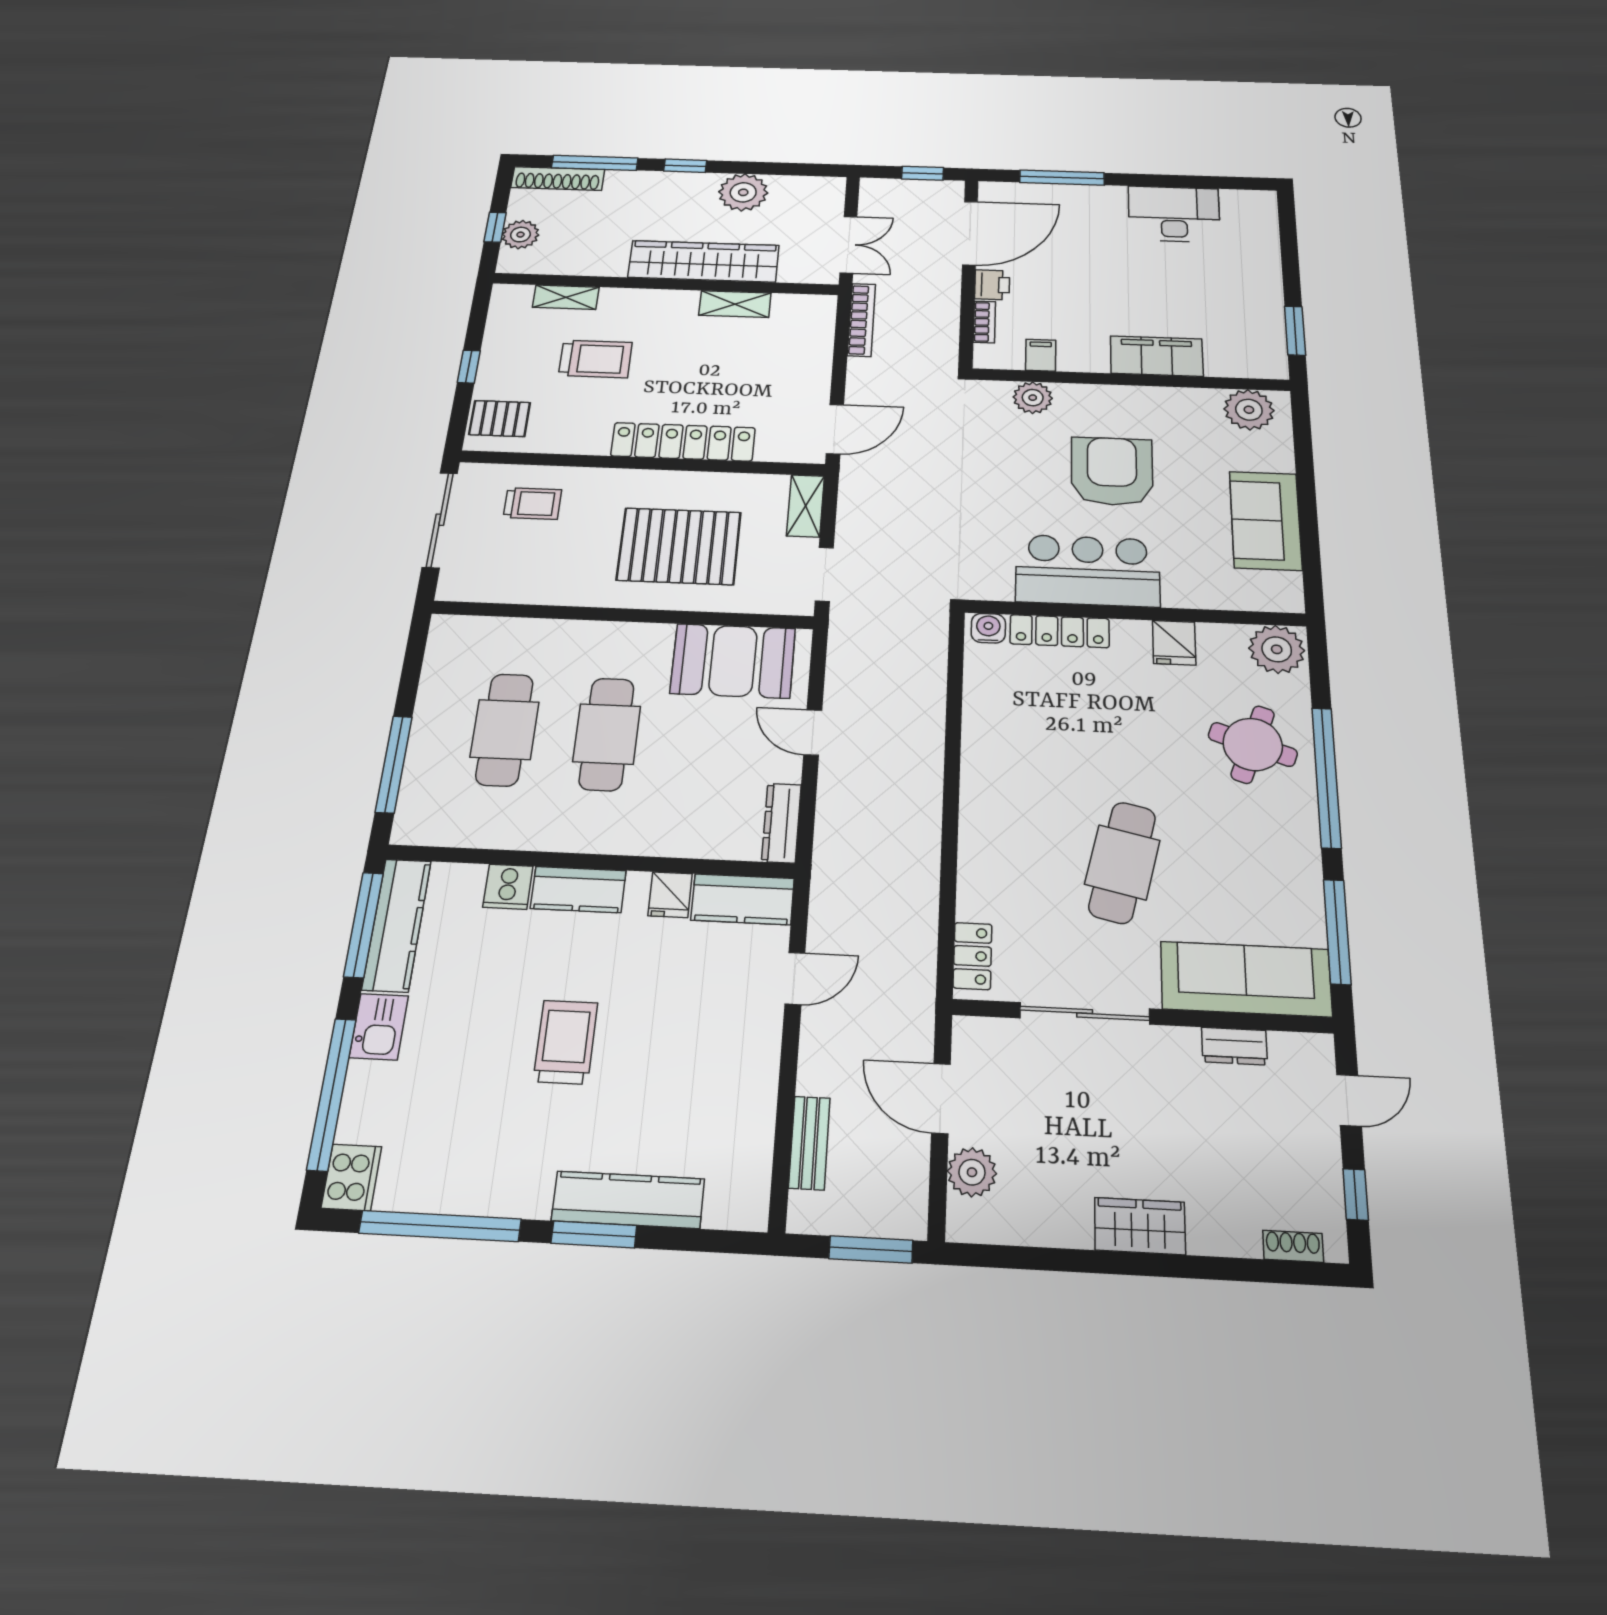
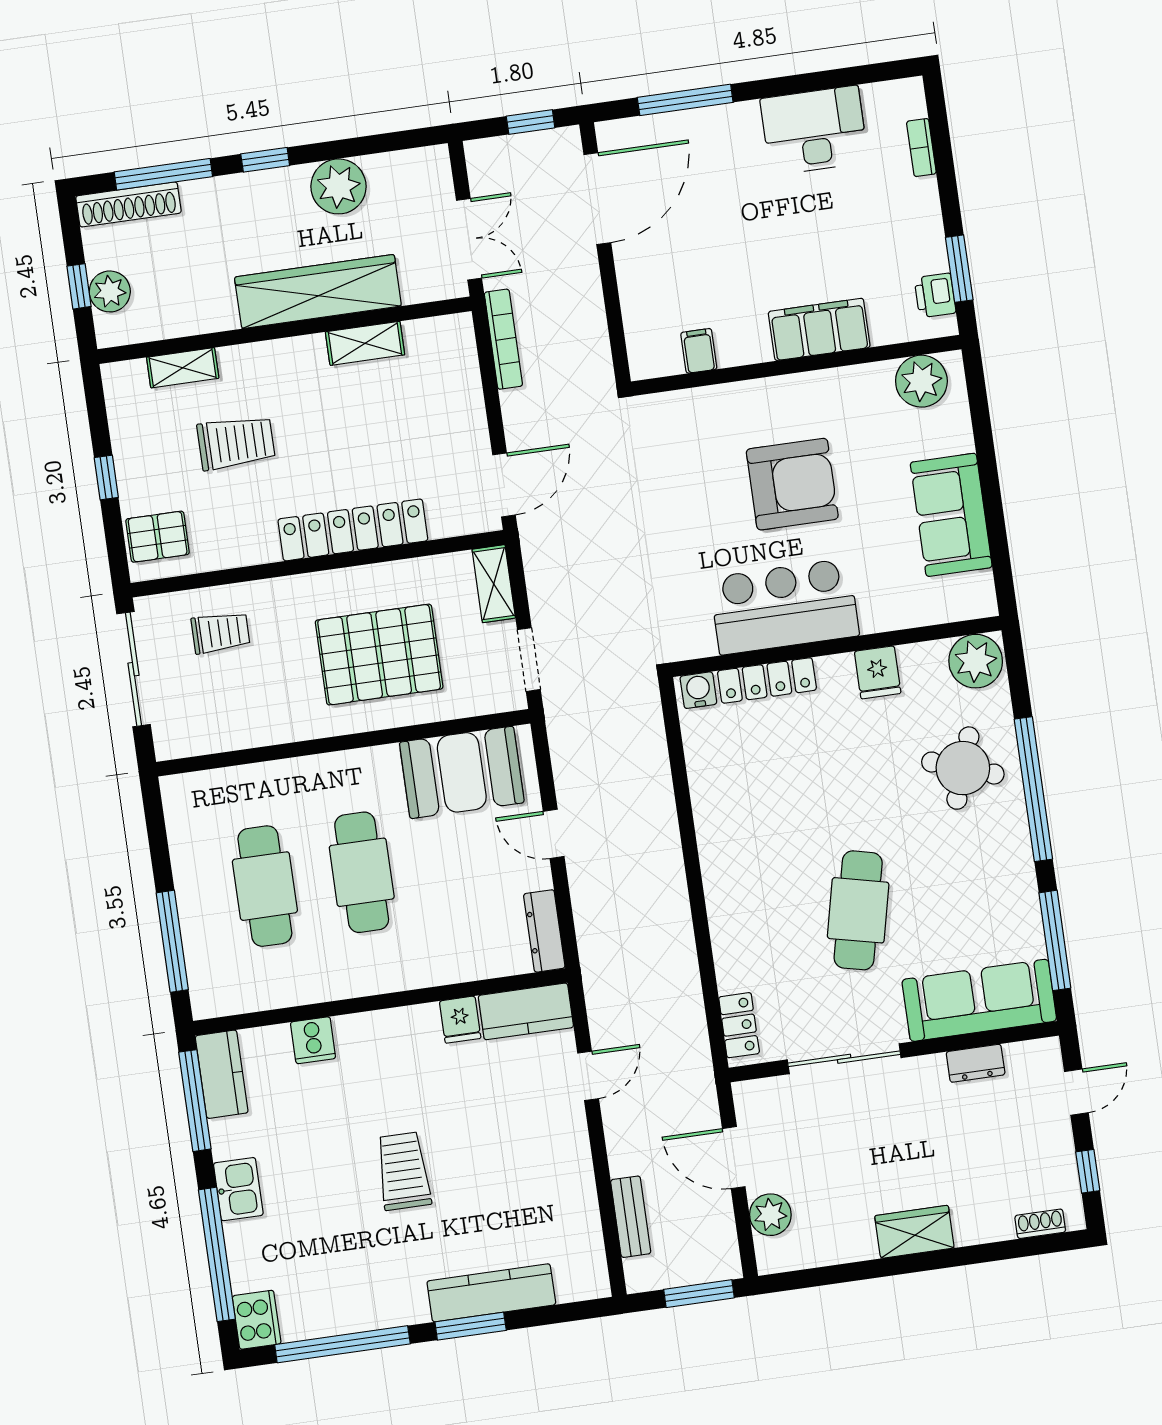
printer: (992, 285) -> (935, 295), moved, turned 180
bookcase: (984, 322) -> (921, 148), moved, turned 180
plant: (1033, 398) -> (699, 407), removed
armchair: (1112, 471) -> (792, 484), turned 90
kitchen counter: (578, 890) -> (377, 1031), removed
kitchen counter: (397, 925) -> (222, 1074), width x0.67

